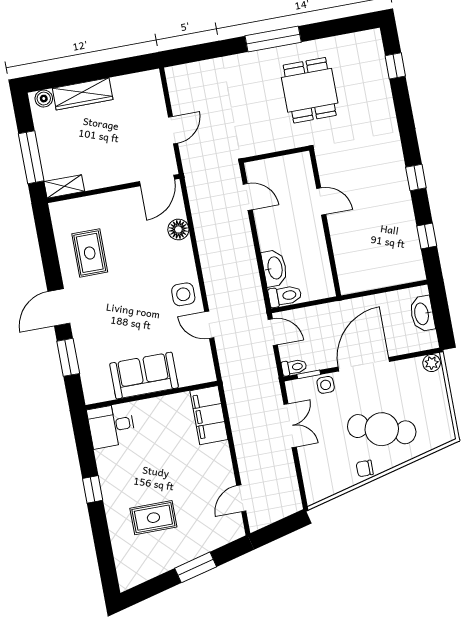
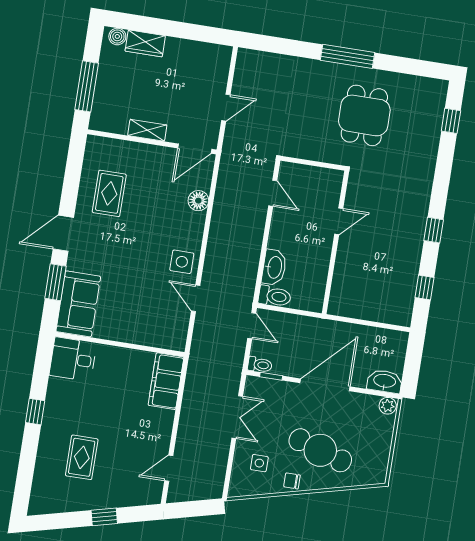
wardrobe: (83, 94) -> (145, 43), width x0.67
shelving: (64, 186) -> (147, 130), moved
door: (321, 201) -> (339, 221), hinge flipped
washbasin: (422, 314) -> (385, 381), moved, turned 90
sofa: (144, 376) -> (78, 304), moved, turned 90
side table: (326, 385) -> (259, 463), moved
rug: (153, 518) -> (82, 457), turned 90
window: (196, 567) -> (104, 517), width x0.67

